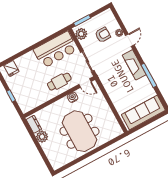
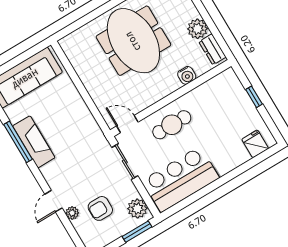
fireplace: (134, 65) -> (34, 142), moved
water cooler: (73, 97) -> (187, 75), moved

